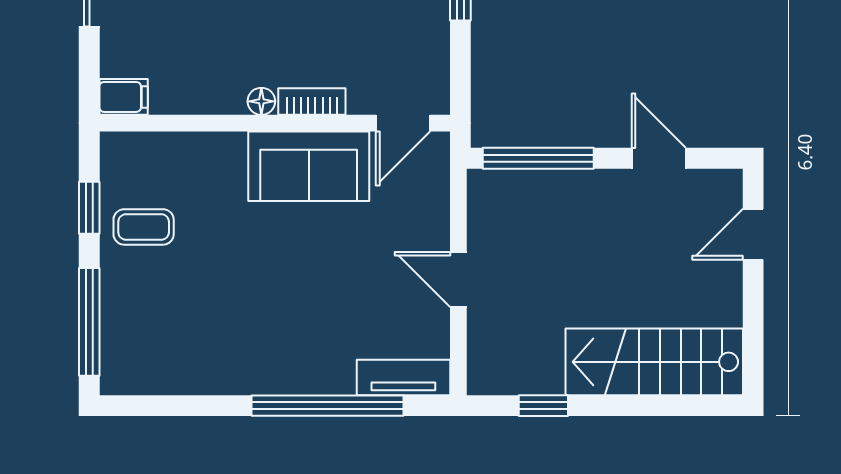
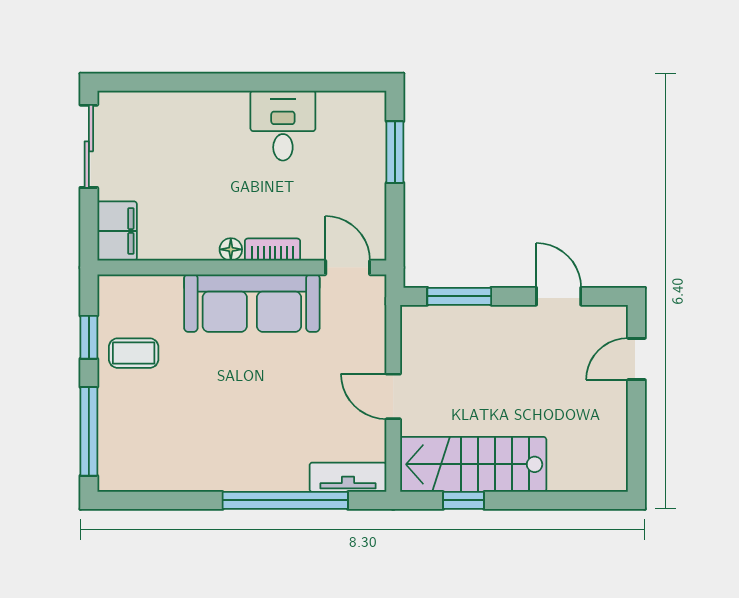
filing cabinet: (124, 97) -> (117, 231), width x2.00
door: (403, 123) -> (348, 267), swing flipped
window: (538, 158) -> (459, 296), width x0.69
sofa: (309, 166) -> (252, 303), width x1.36
stairs: (654, 362) -> (473, 464), moved

